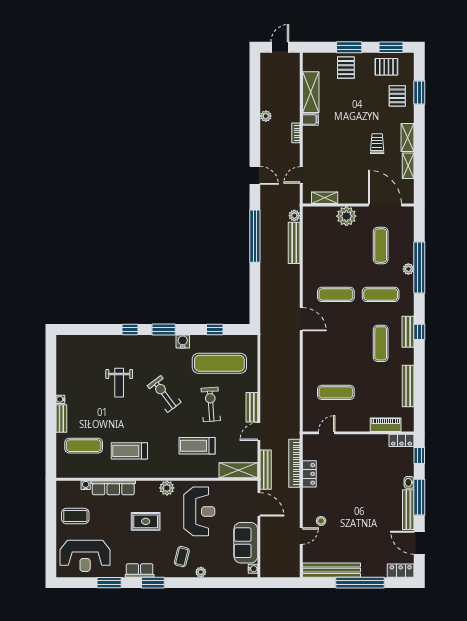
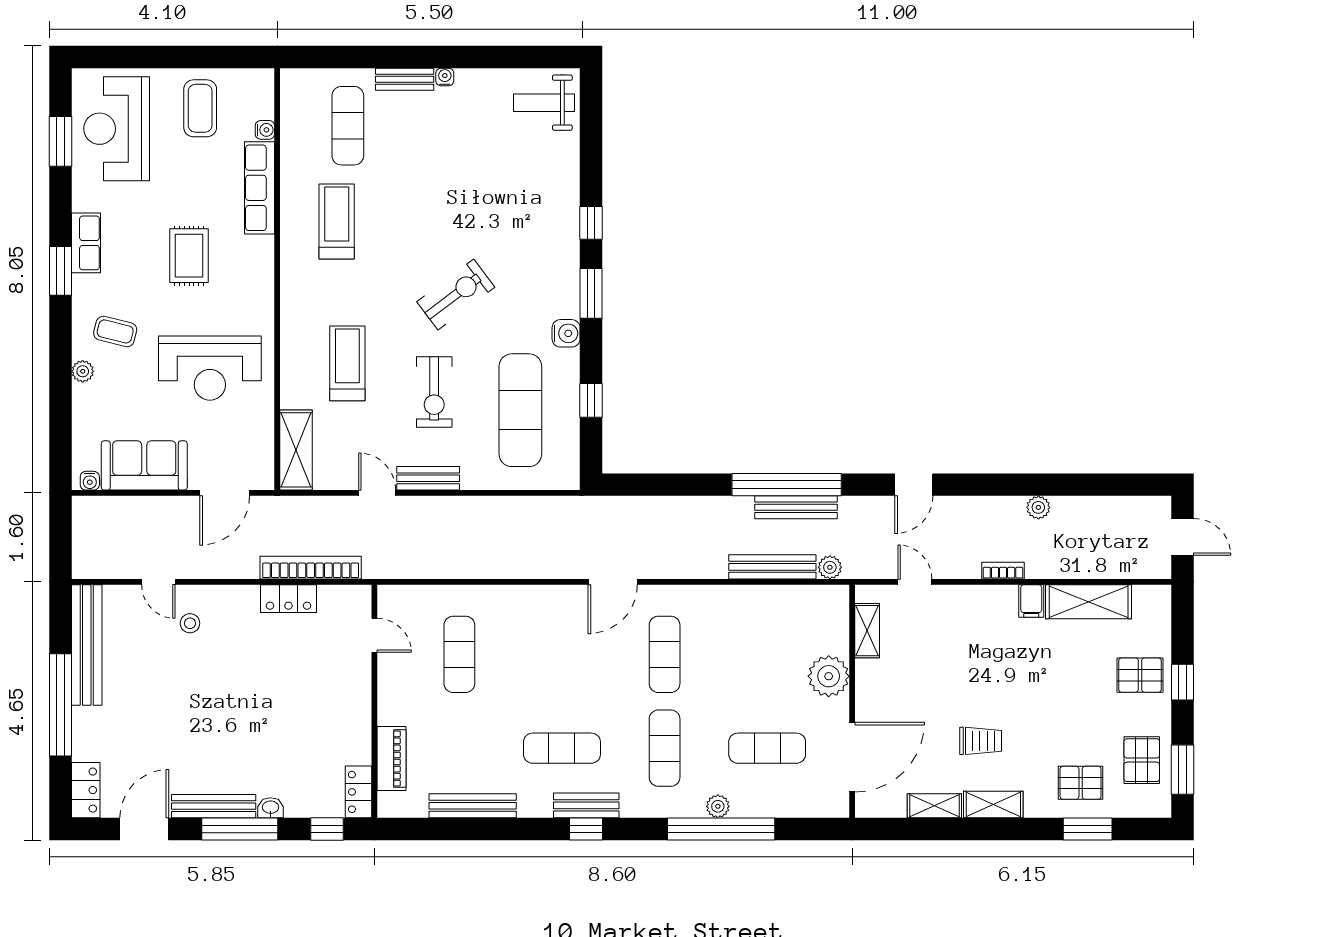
window: (349, 47) -> (1183, 682), width x0.67
weight bench: (119, 383) -> (544, 103), moved
exercise bike: (211, 404) -> (434, 392), turned 94
bench: (266, 470) -> (796, 507), moved
plant: (167, 488) -> (259, 300), removed
window: (109, 583) -> (61, 141), moved

